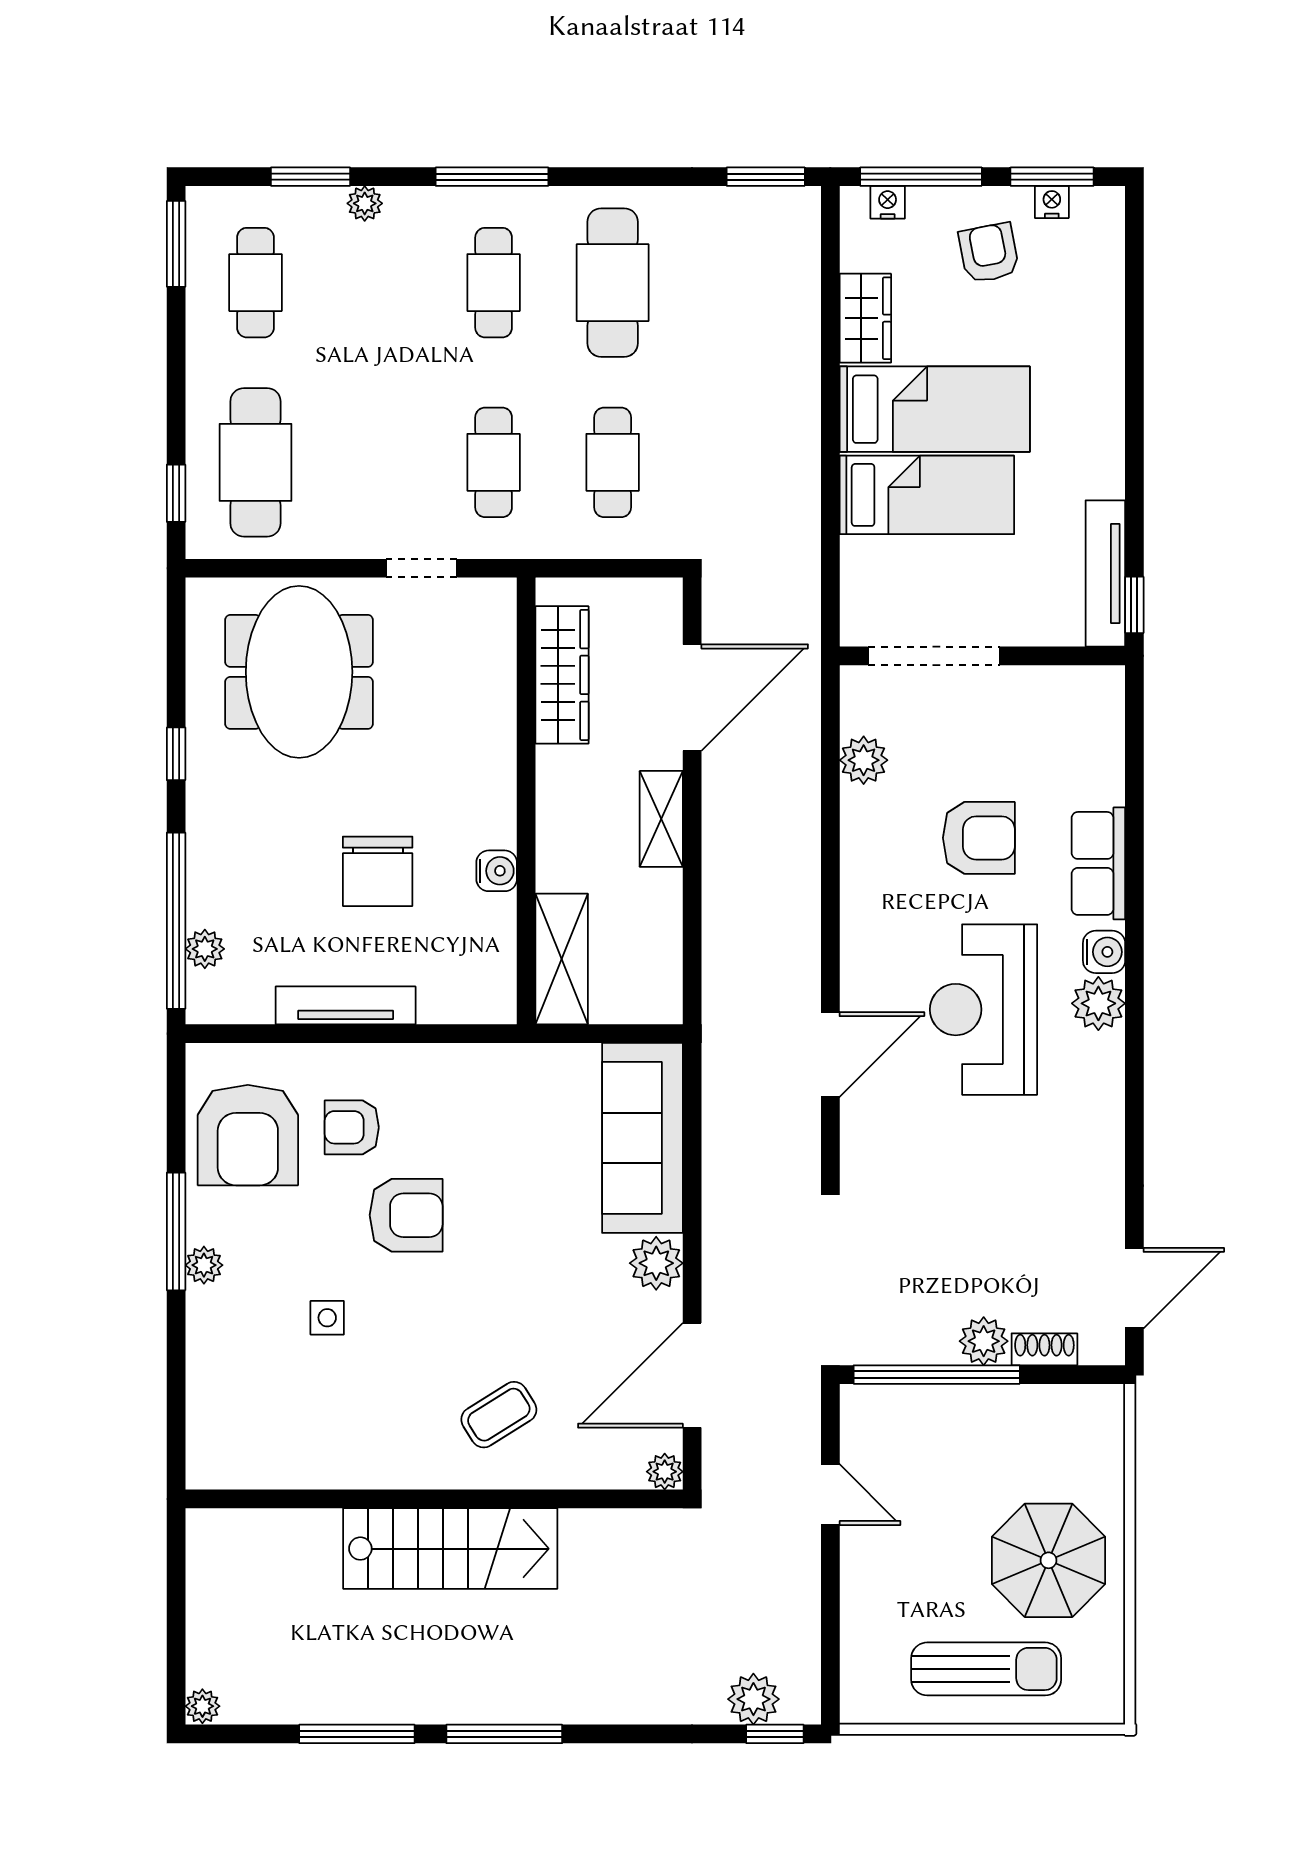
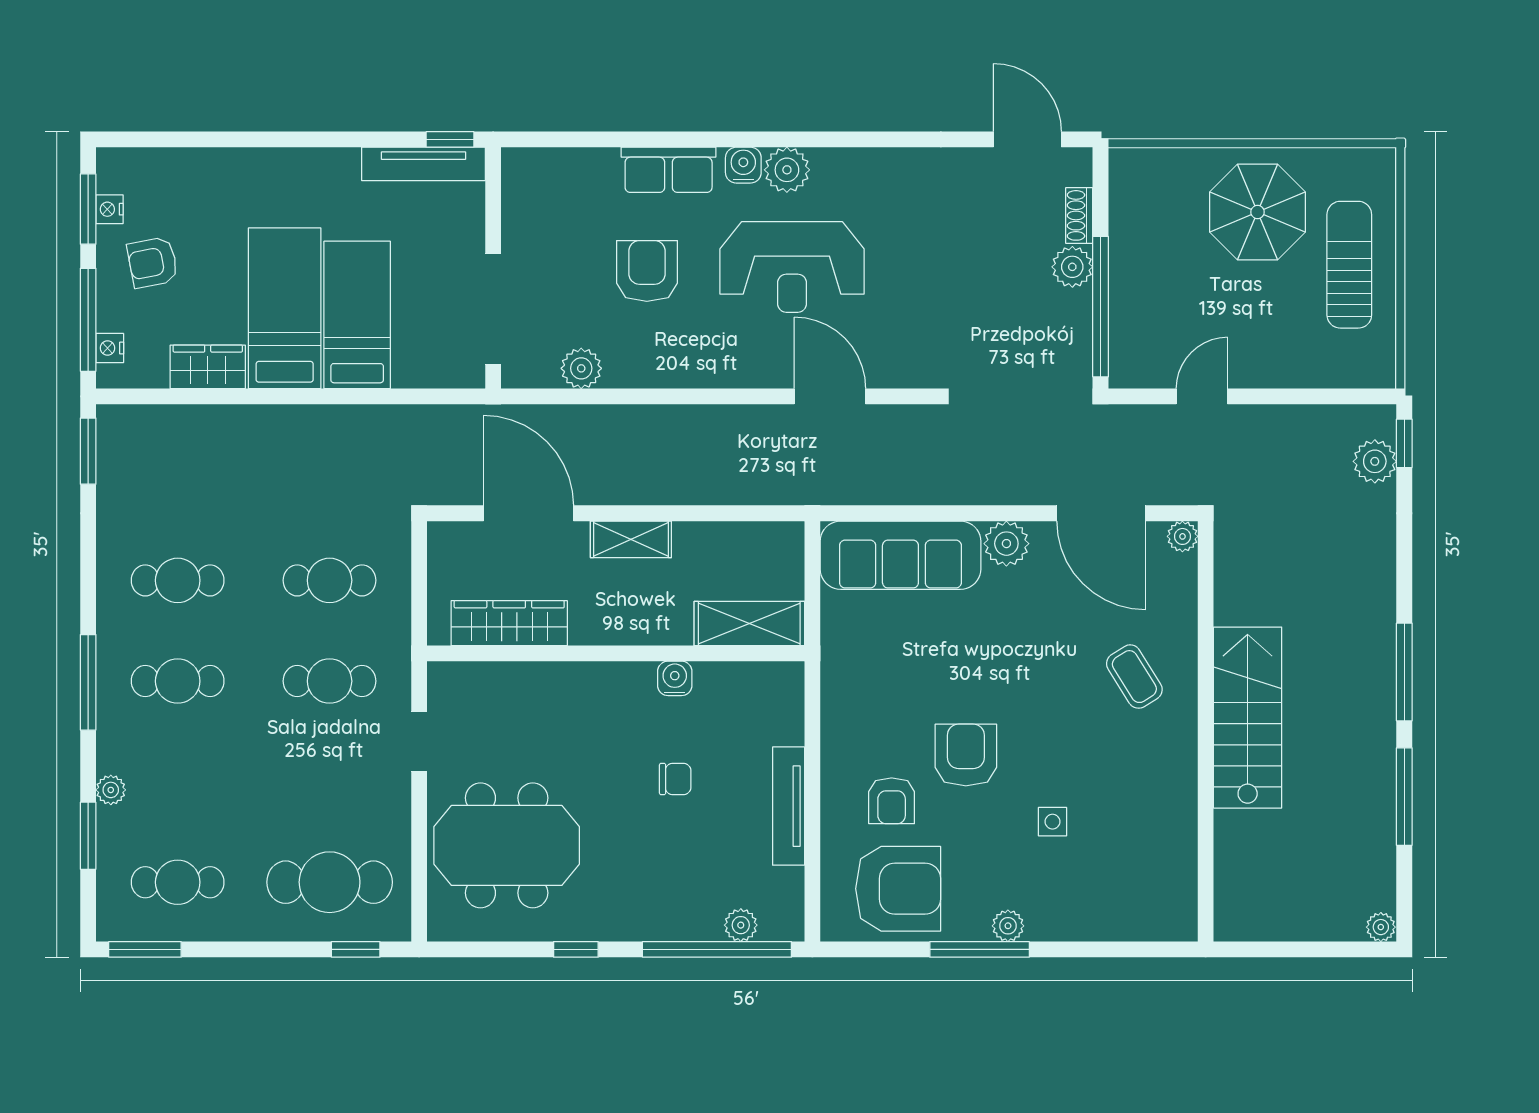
cafe table: (613, 283) -> (178, 580), width x0.73, depth x0.74
chair: (378, 871) -> (675, 779), width x0.54, depth x0.54

